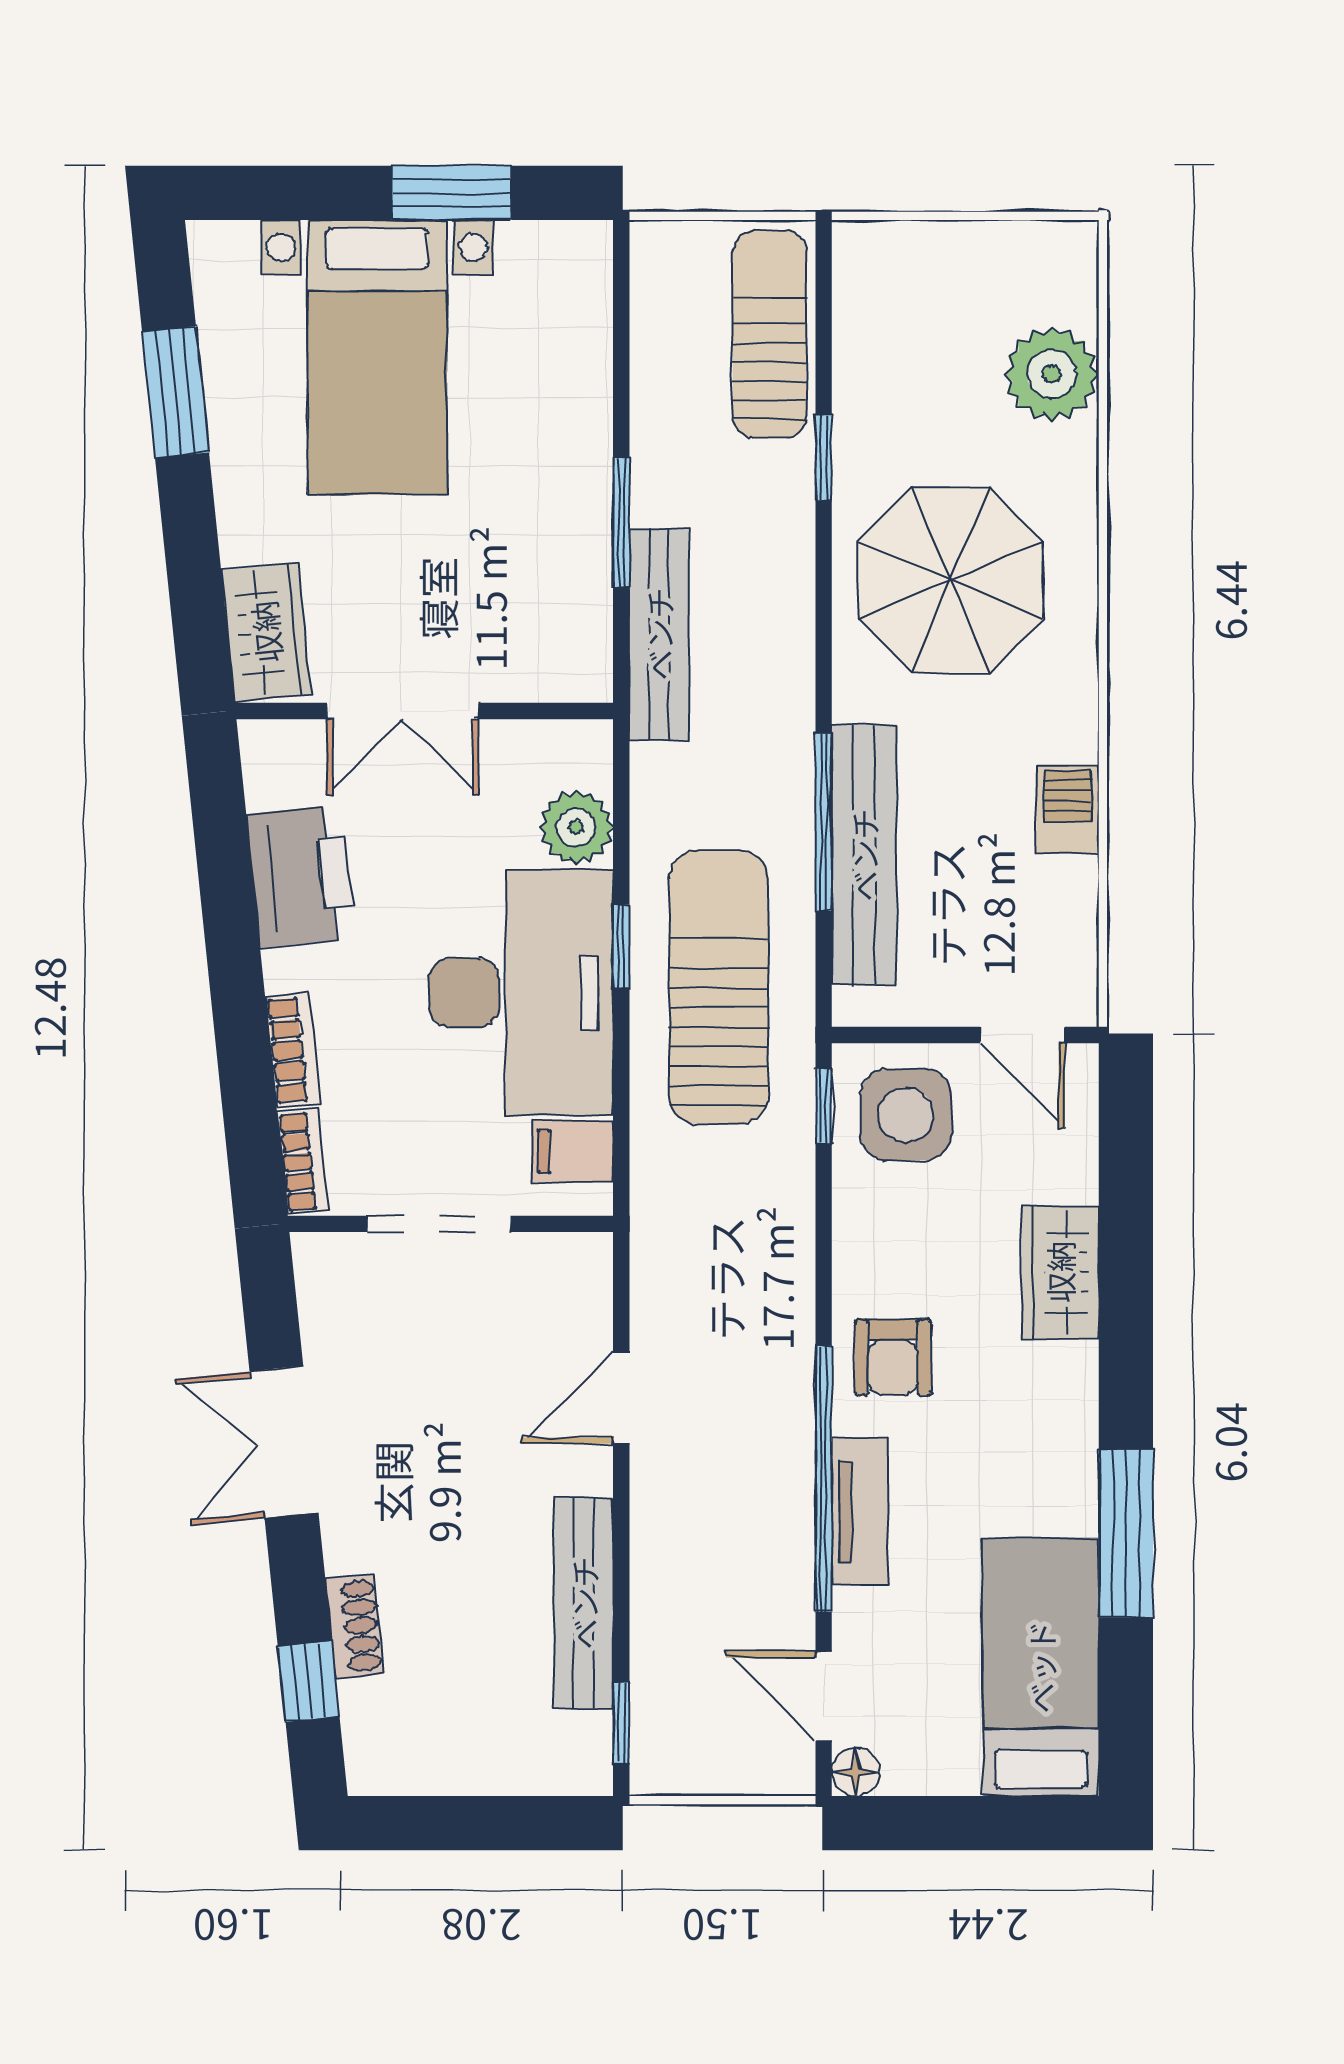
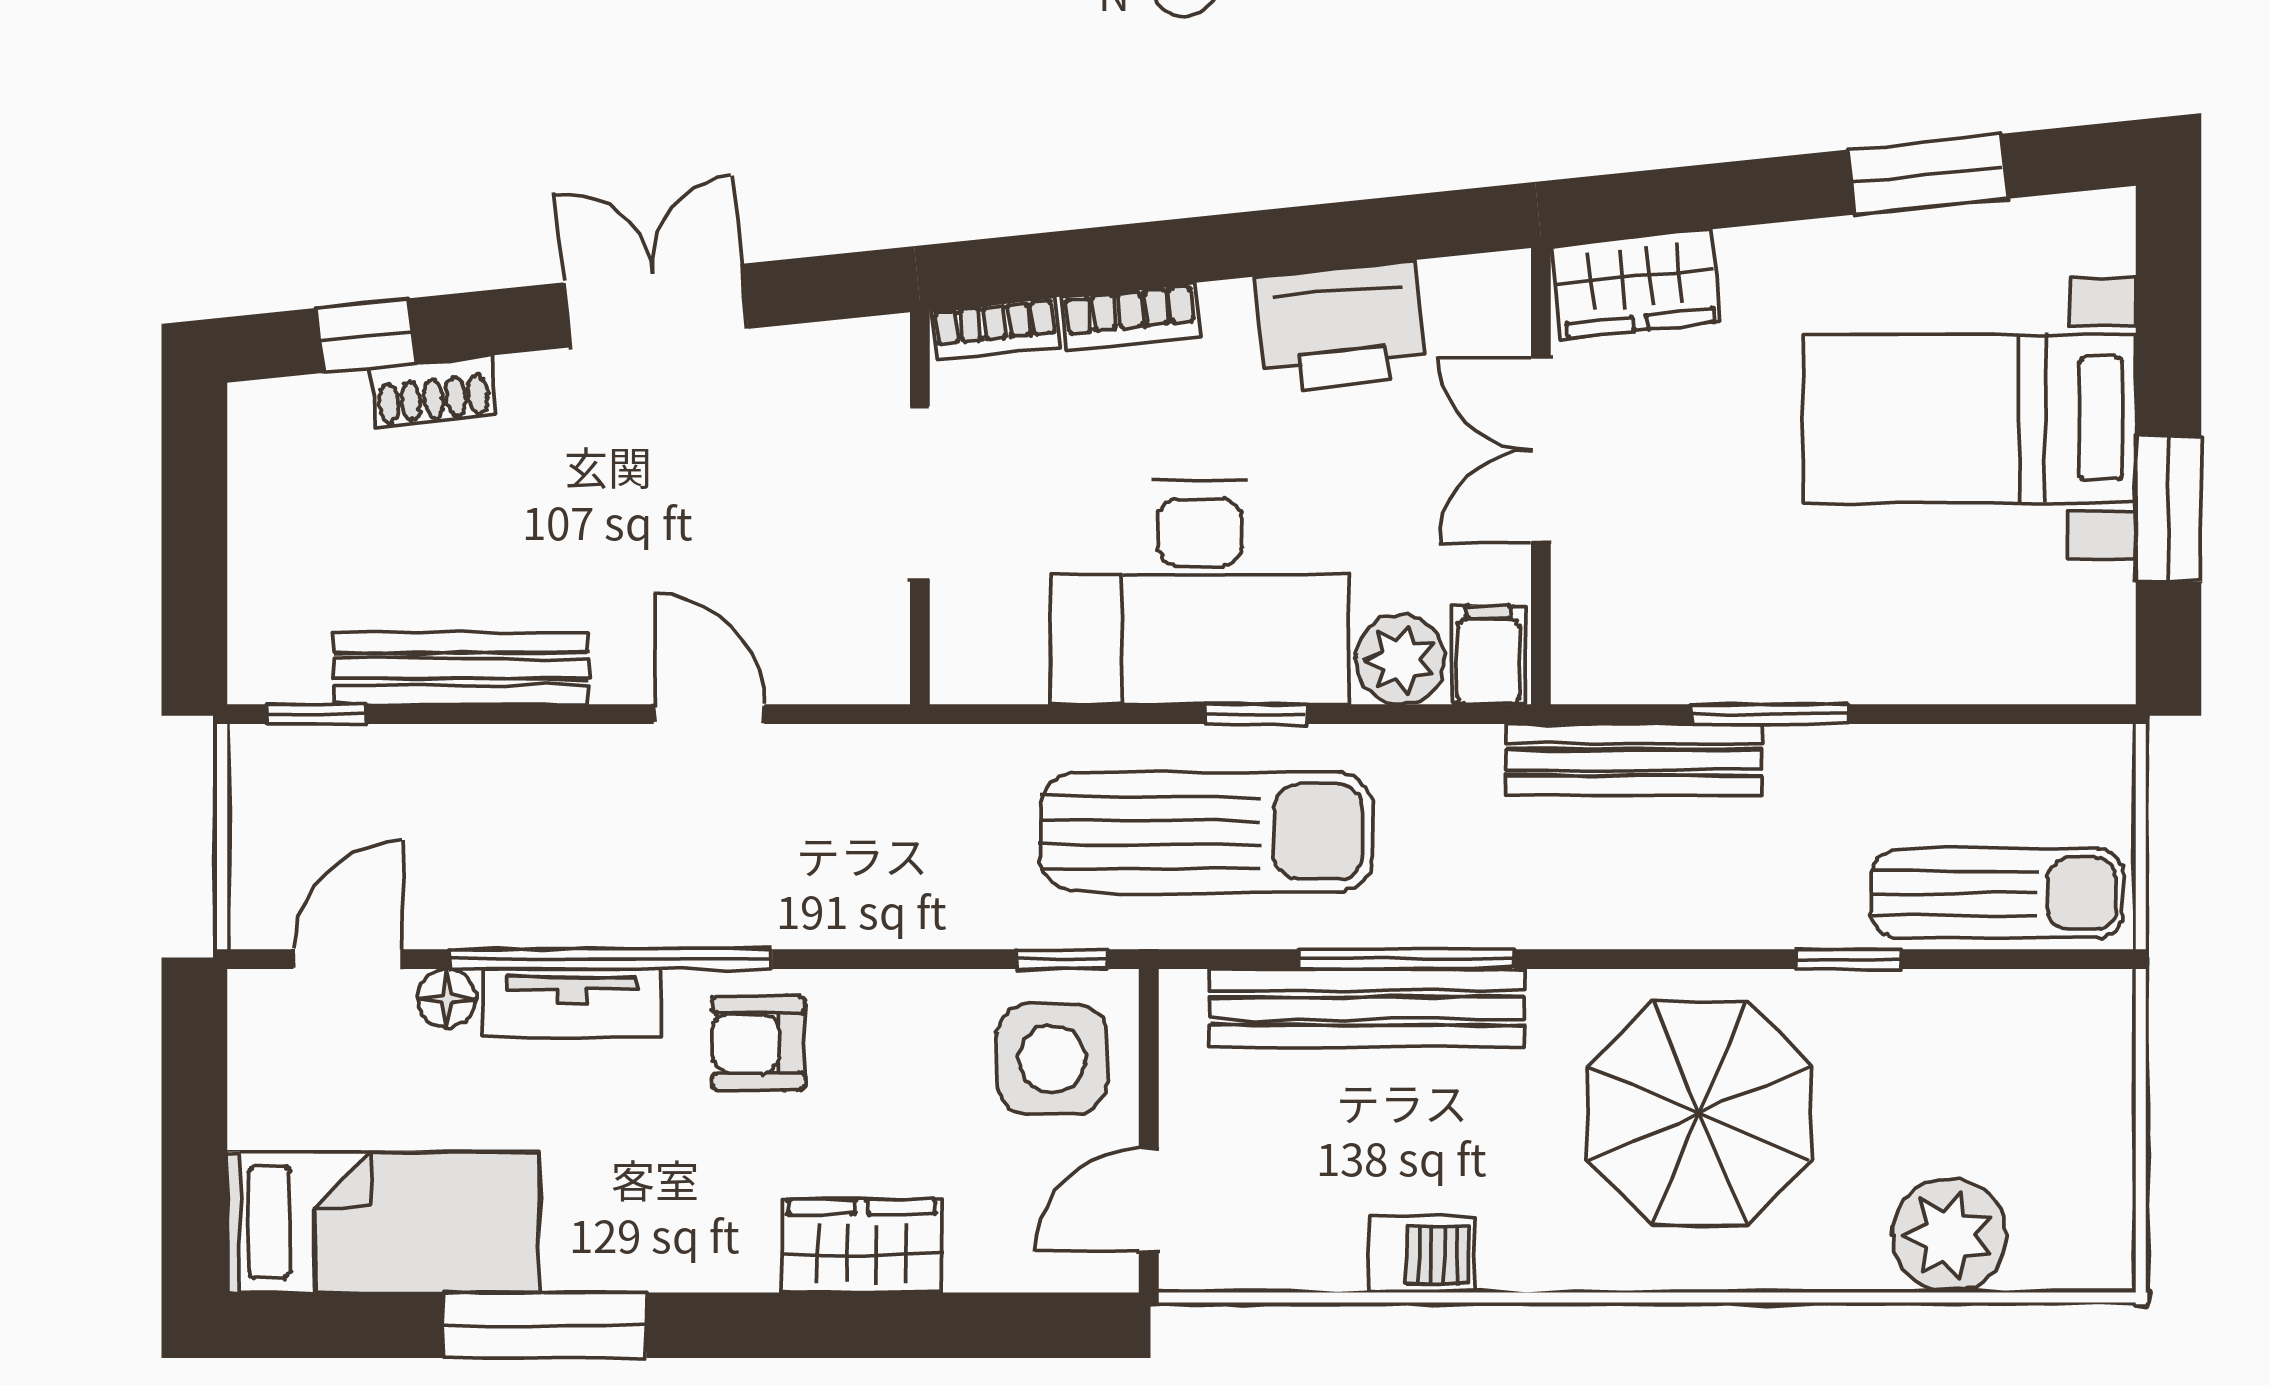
filing cabinet: (572, 1152) -> (1489, 655), moved
floor lamp: (856, 1772) -> (447, 998), moved

